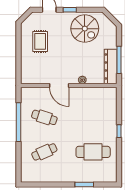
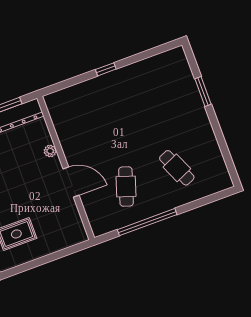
door: (59, 85) -> (71, 182), hinge flipped
cafe table: (93, 152) -> (150, 96), removed

